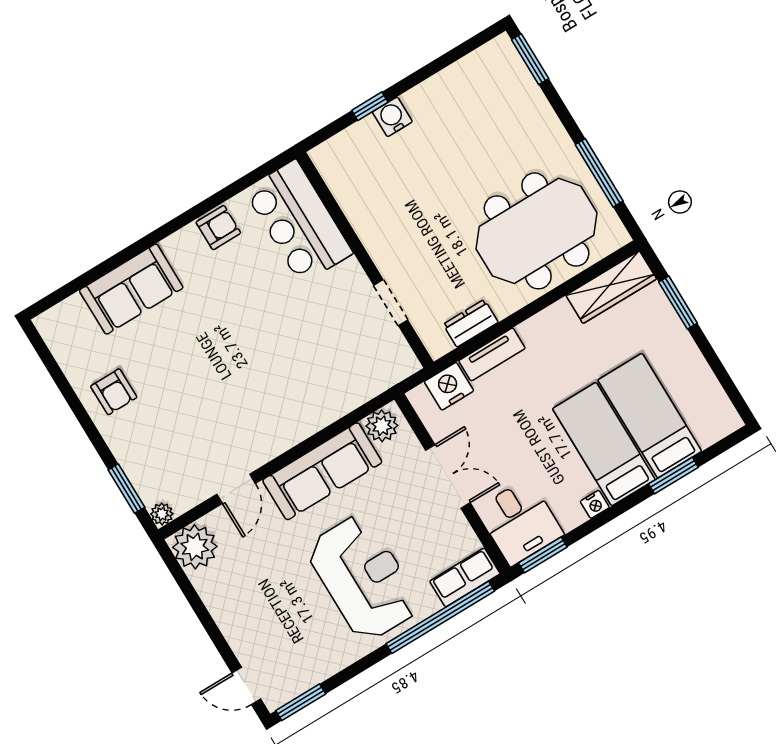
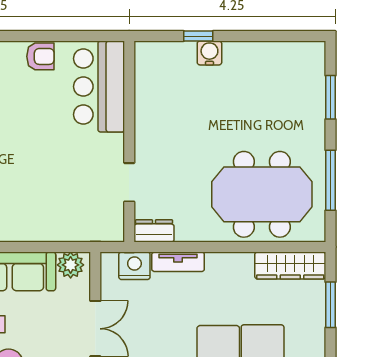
window: (530, 59) -> (330, 97), moved
dresser: (471, 323) -> (154, 231), moved

